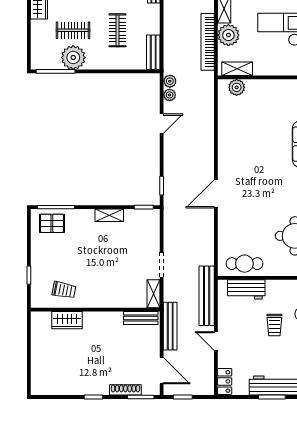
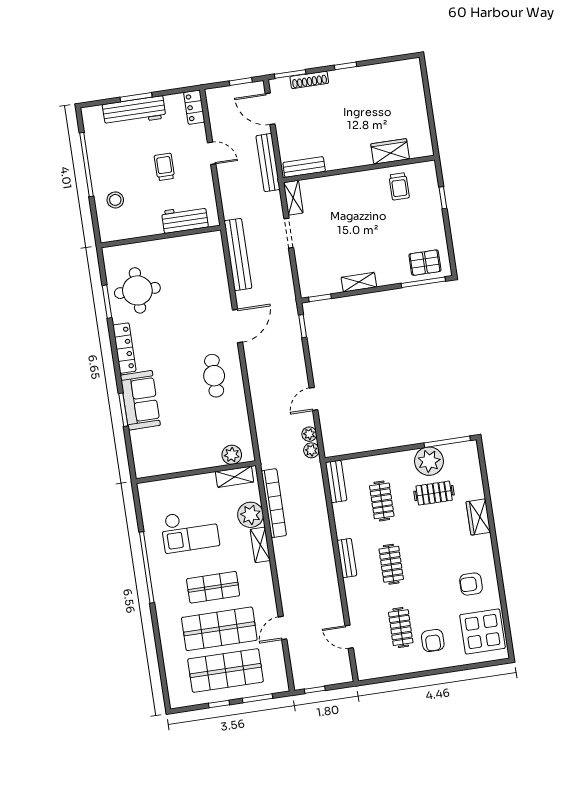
cafe table: (244, 264) -> (214, 376), moved, turned 90
trolley: (64, 290) -> (399, 186), turned -101
bench: (207, 296) -> (238, 255), moved
trolley: (274, 325) -> (164, 167), moved

